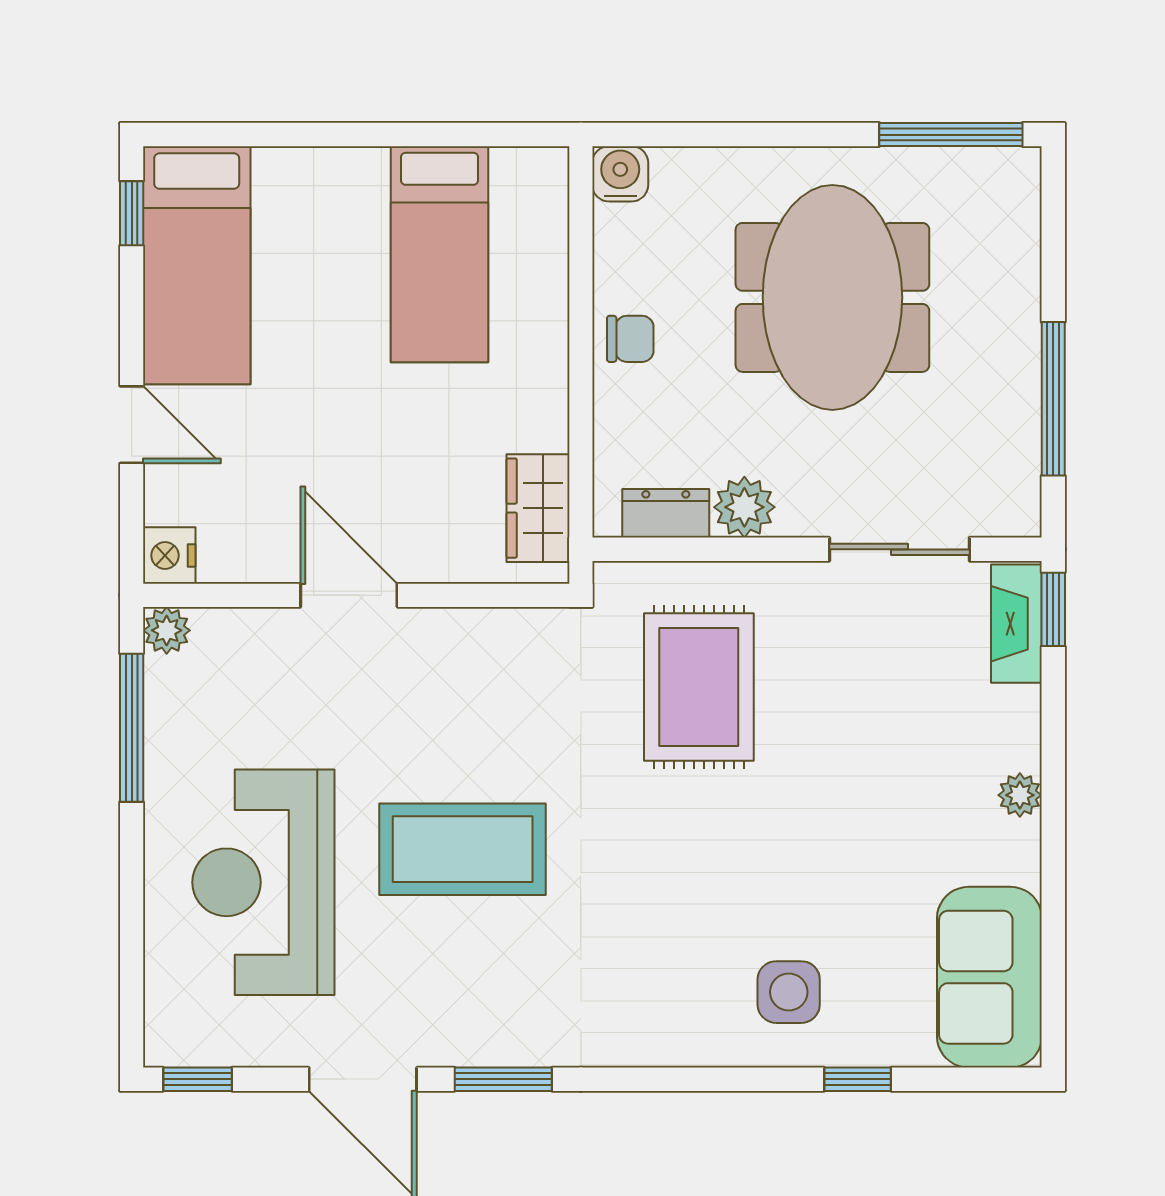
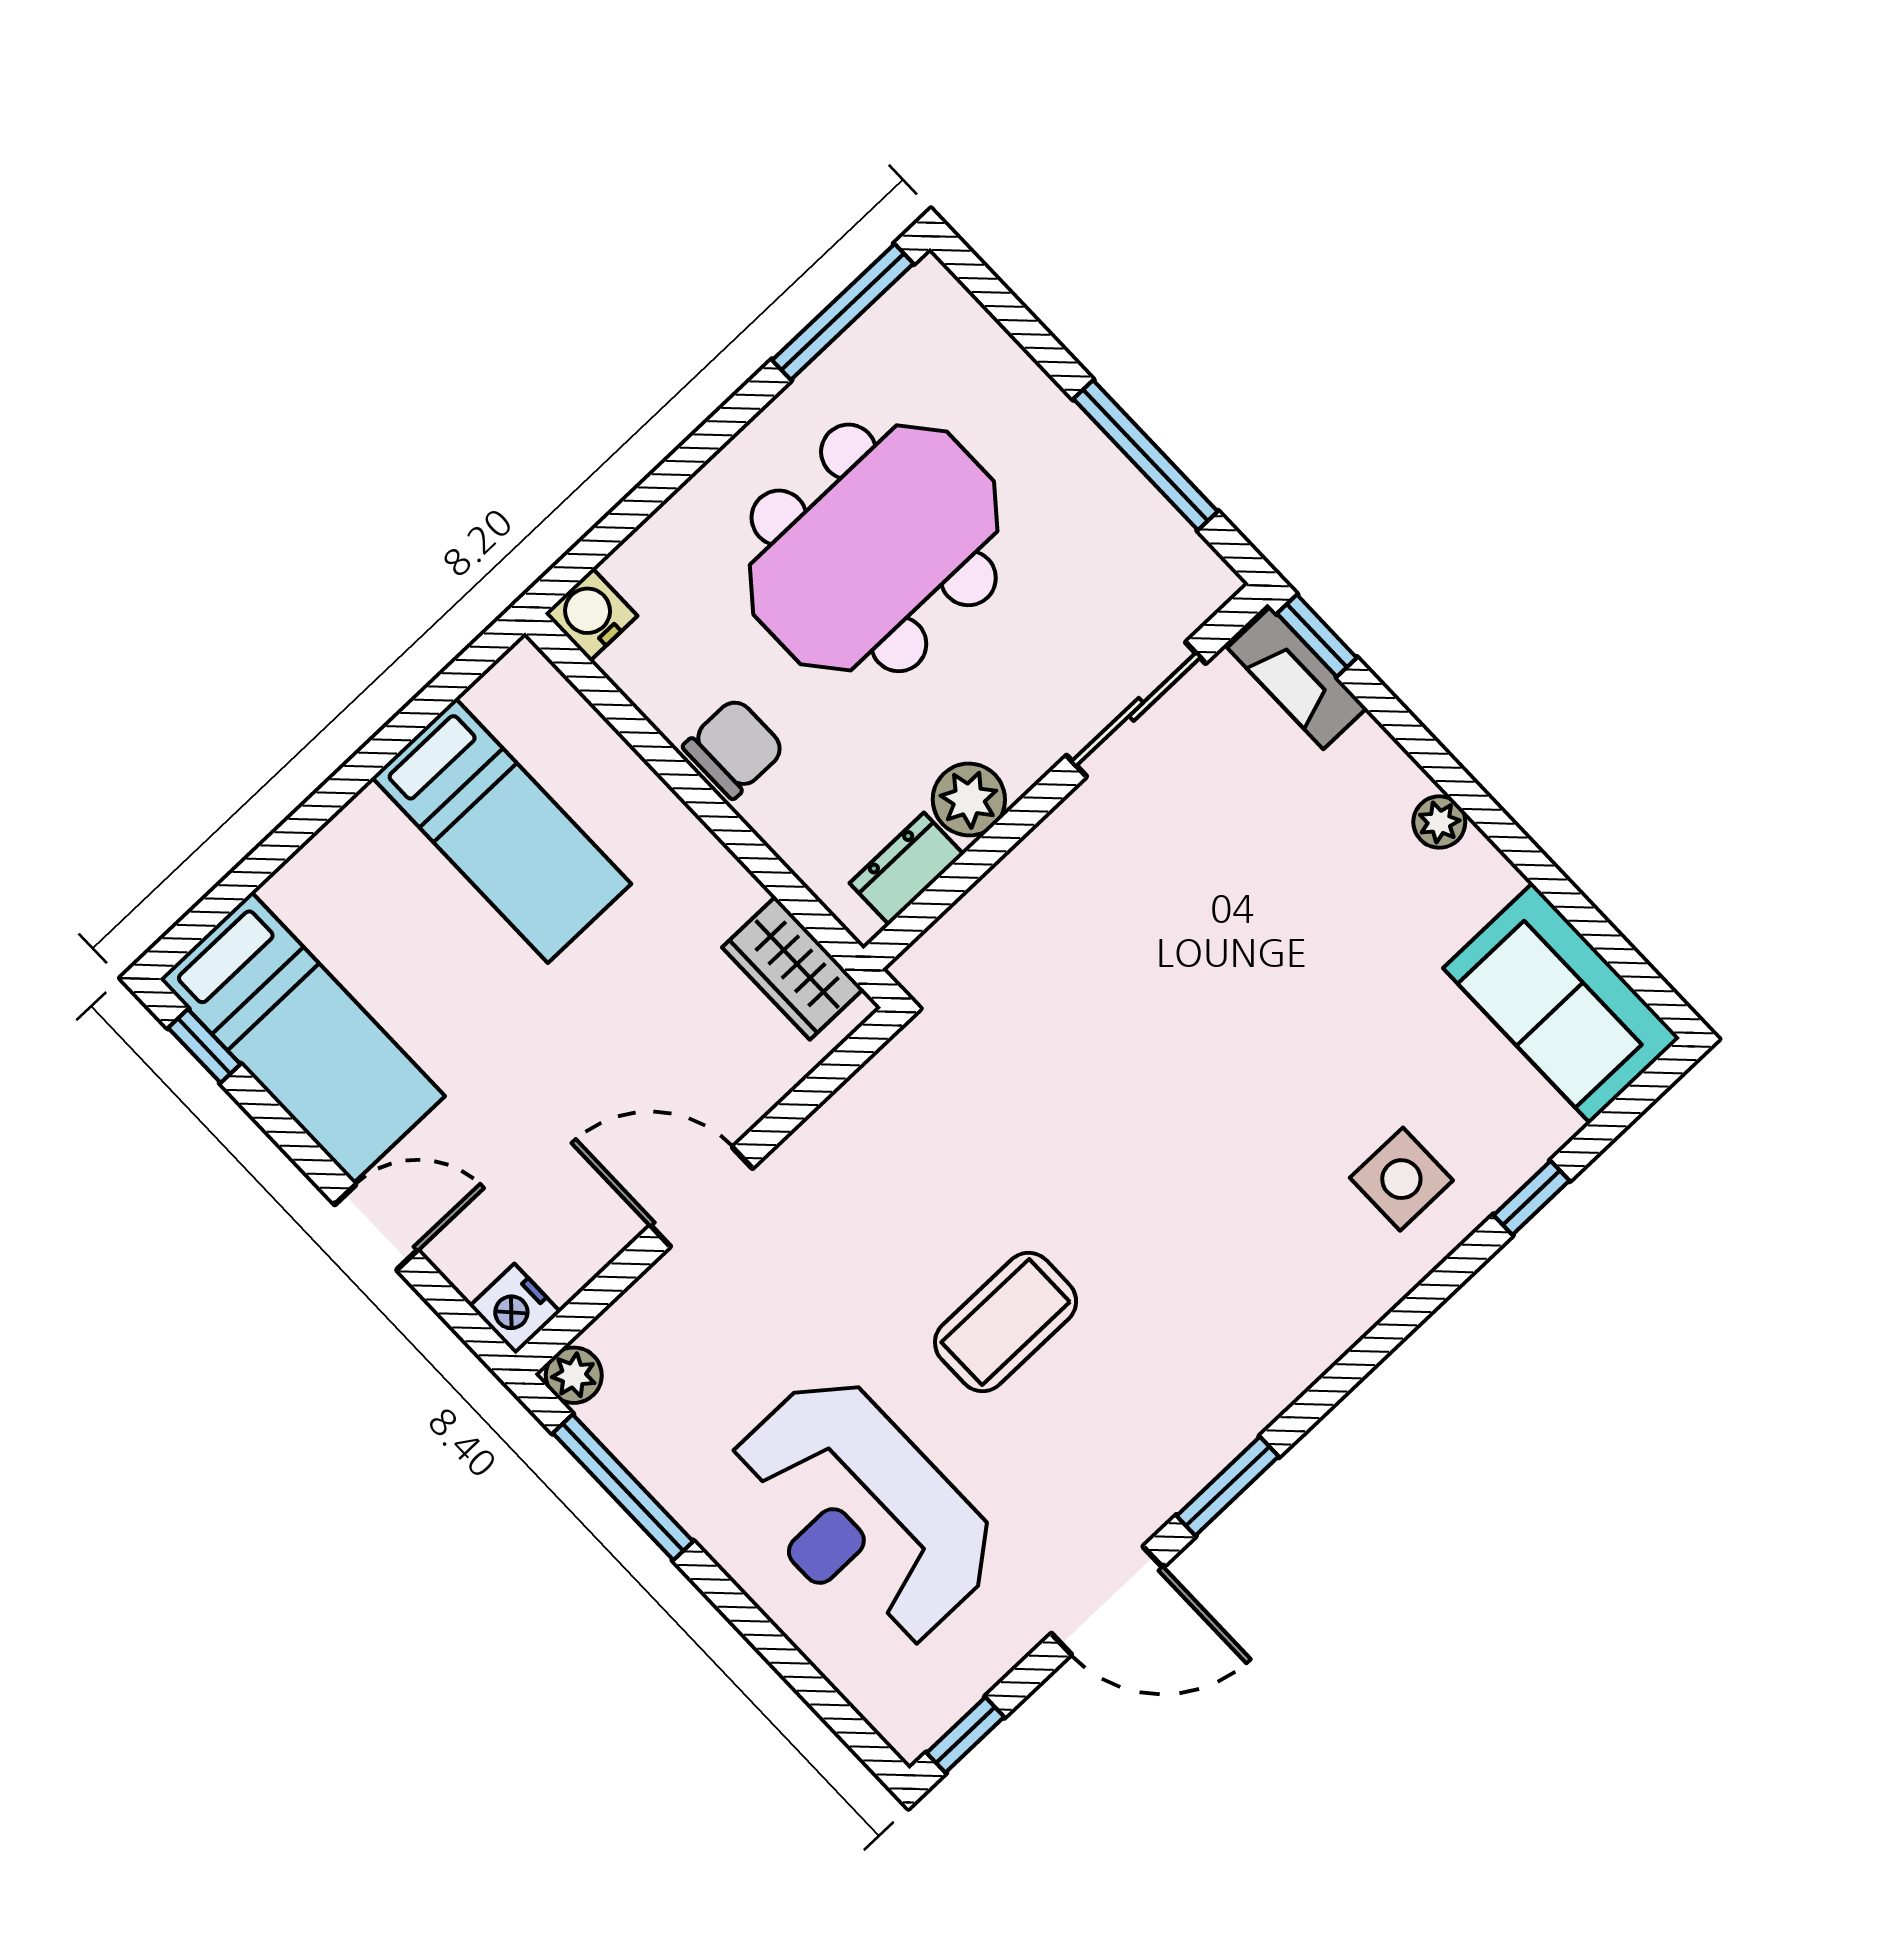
meeting table: (832, 297) -> (874, 548), turned 90
chair: (630, 339) -> (734, 748), width x1.37, depth x1.37
rug: (699, 687) -> (1076, 991), removed
coffee table: (463, 849) -> (1006, 1322), width x0.73, depth x0.76

